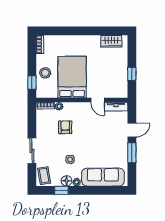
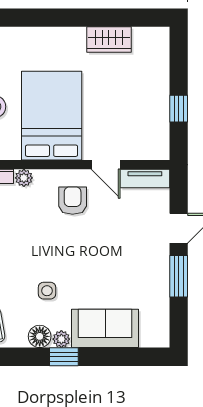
wardrobe: (111, 41) -> (109, 40), moved
armchair: (65, 127) -> (73, 201), moved
sofa: (103, 177) -> (105, 328), width x0.73
window: (61, 190) -> (64, 357), moved

